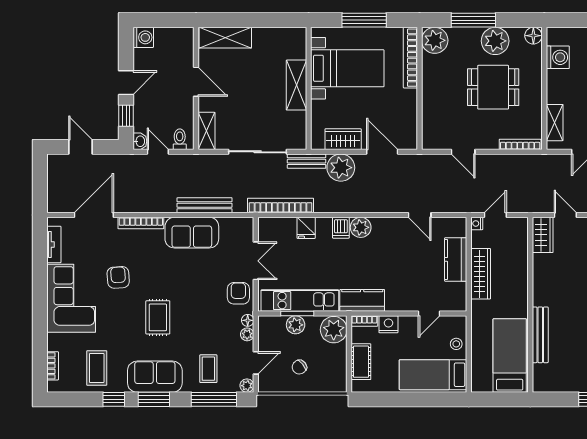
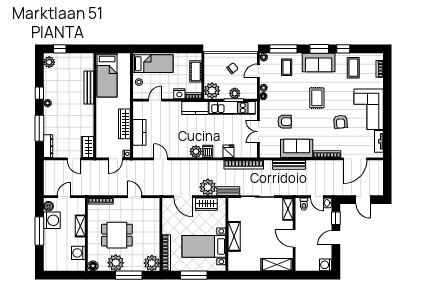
shelving: (555, 123) -> (80, 226), moved
armchair: (238, 293) -> (285, 122), moved, turned -90

